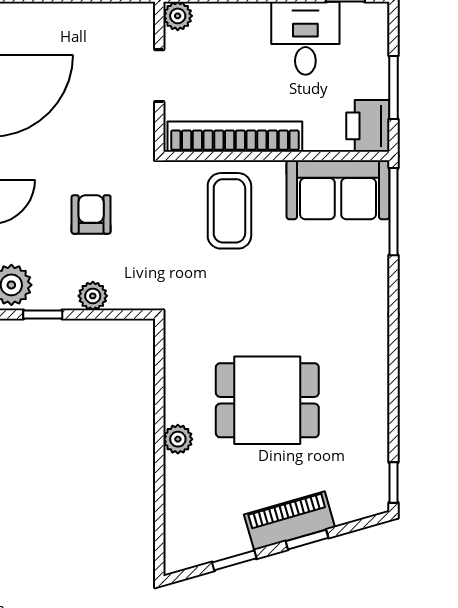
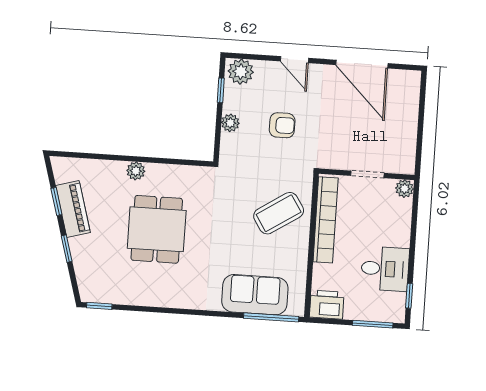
window: (393, 88) -> (373, 324), moved
sofa: (338, 190) -> (255, 295), moved, turned 90
coffee table: (229, 211) -> (279, 213), turned -33
piano: (289, 521) -> (73, 209), moved

